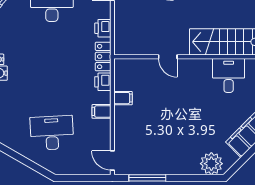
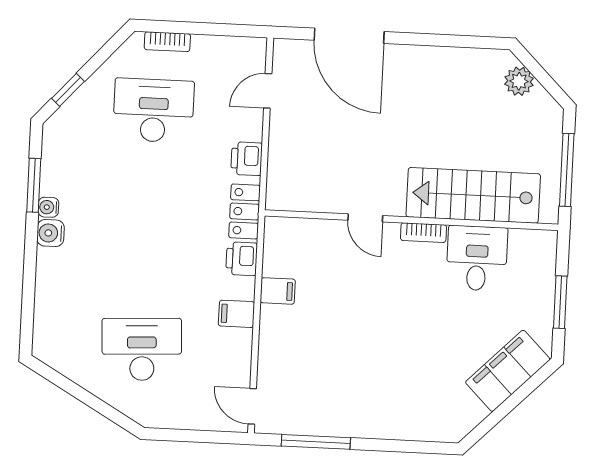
bookcase: (199, 63) -> (423, 233), added
plant: (211, 164) -> (437, 421), removed

